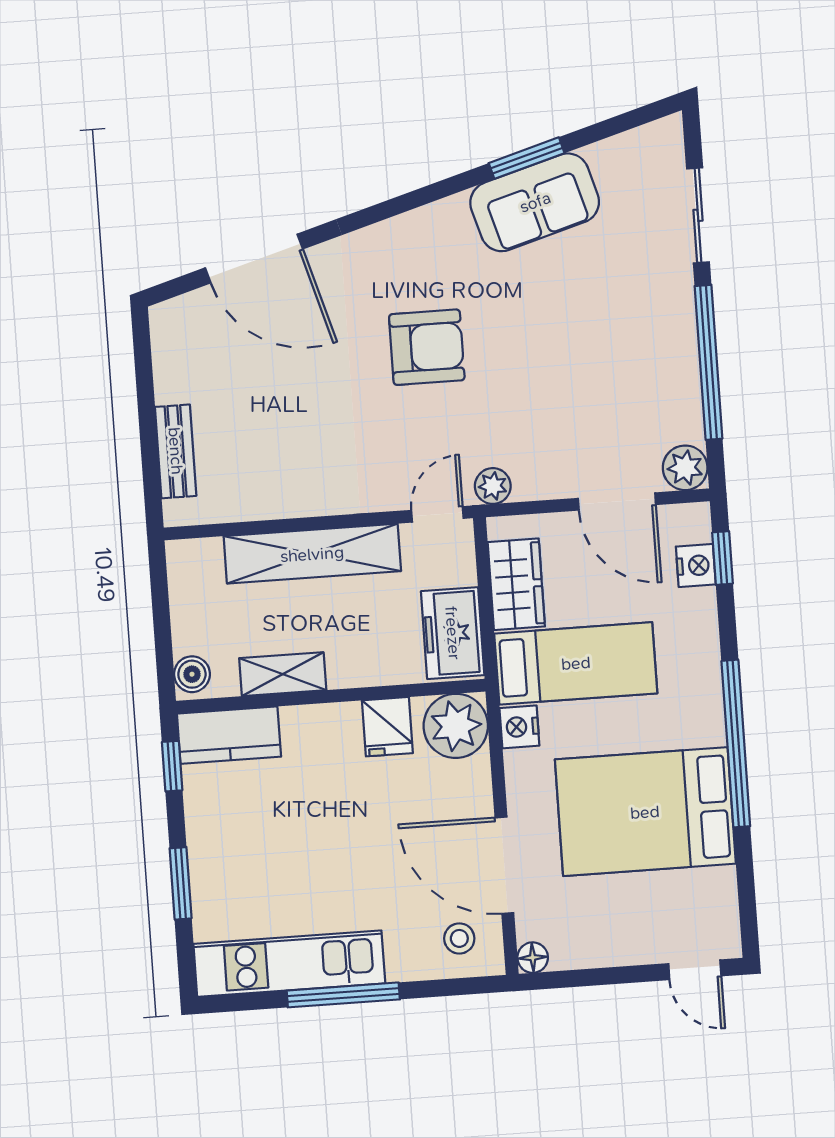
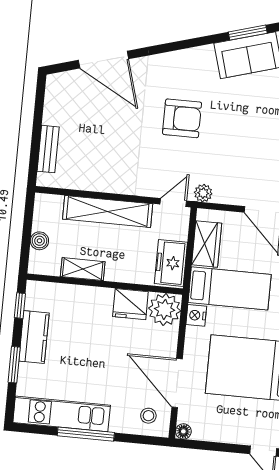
boiler: (192, 674) -> (39, 241), moved
fridge: (387, 727) -> (130, 304), width x1.38
kitchen counter: (229, 735) -> (34, 337), moved, turned -90

